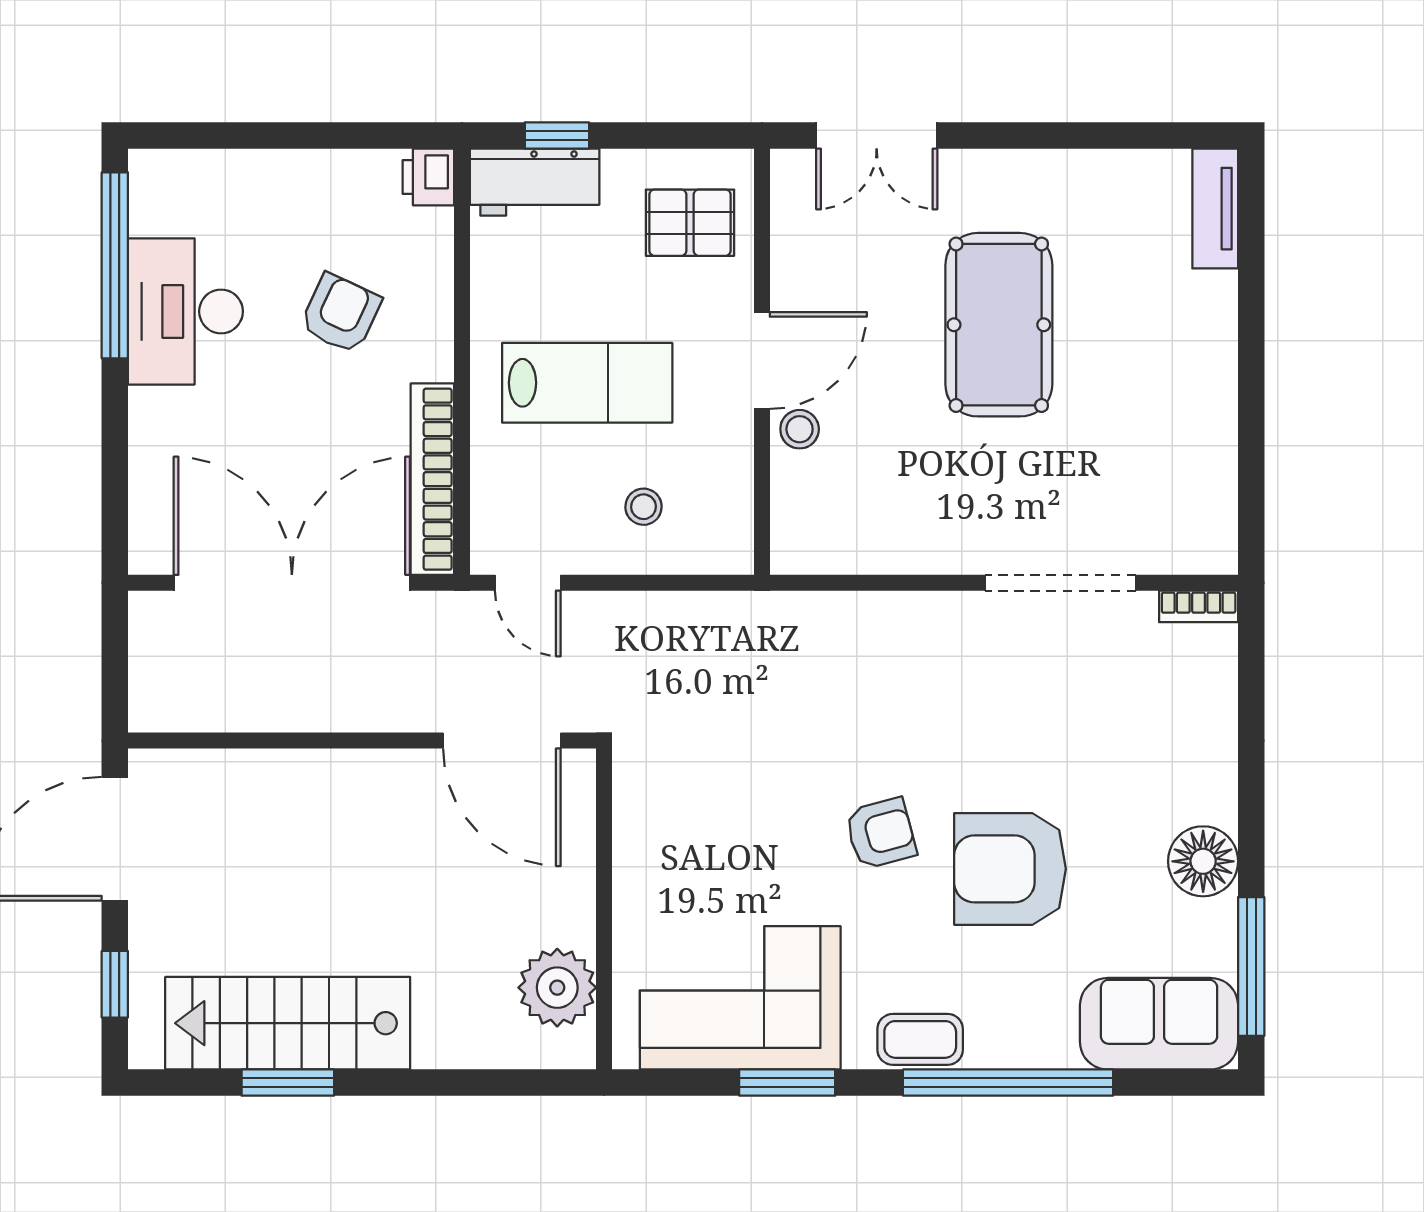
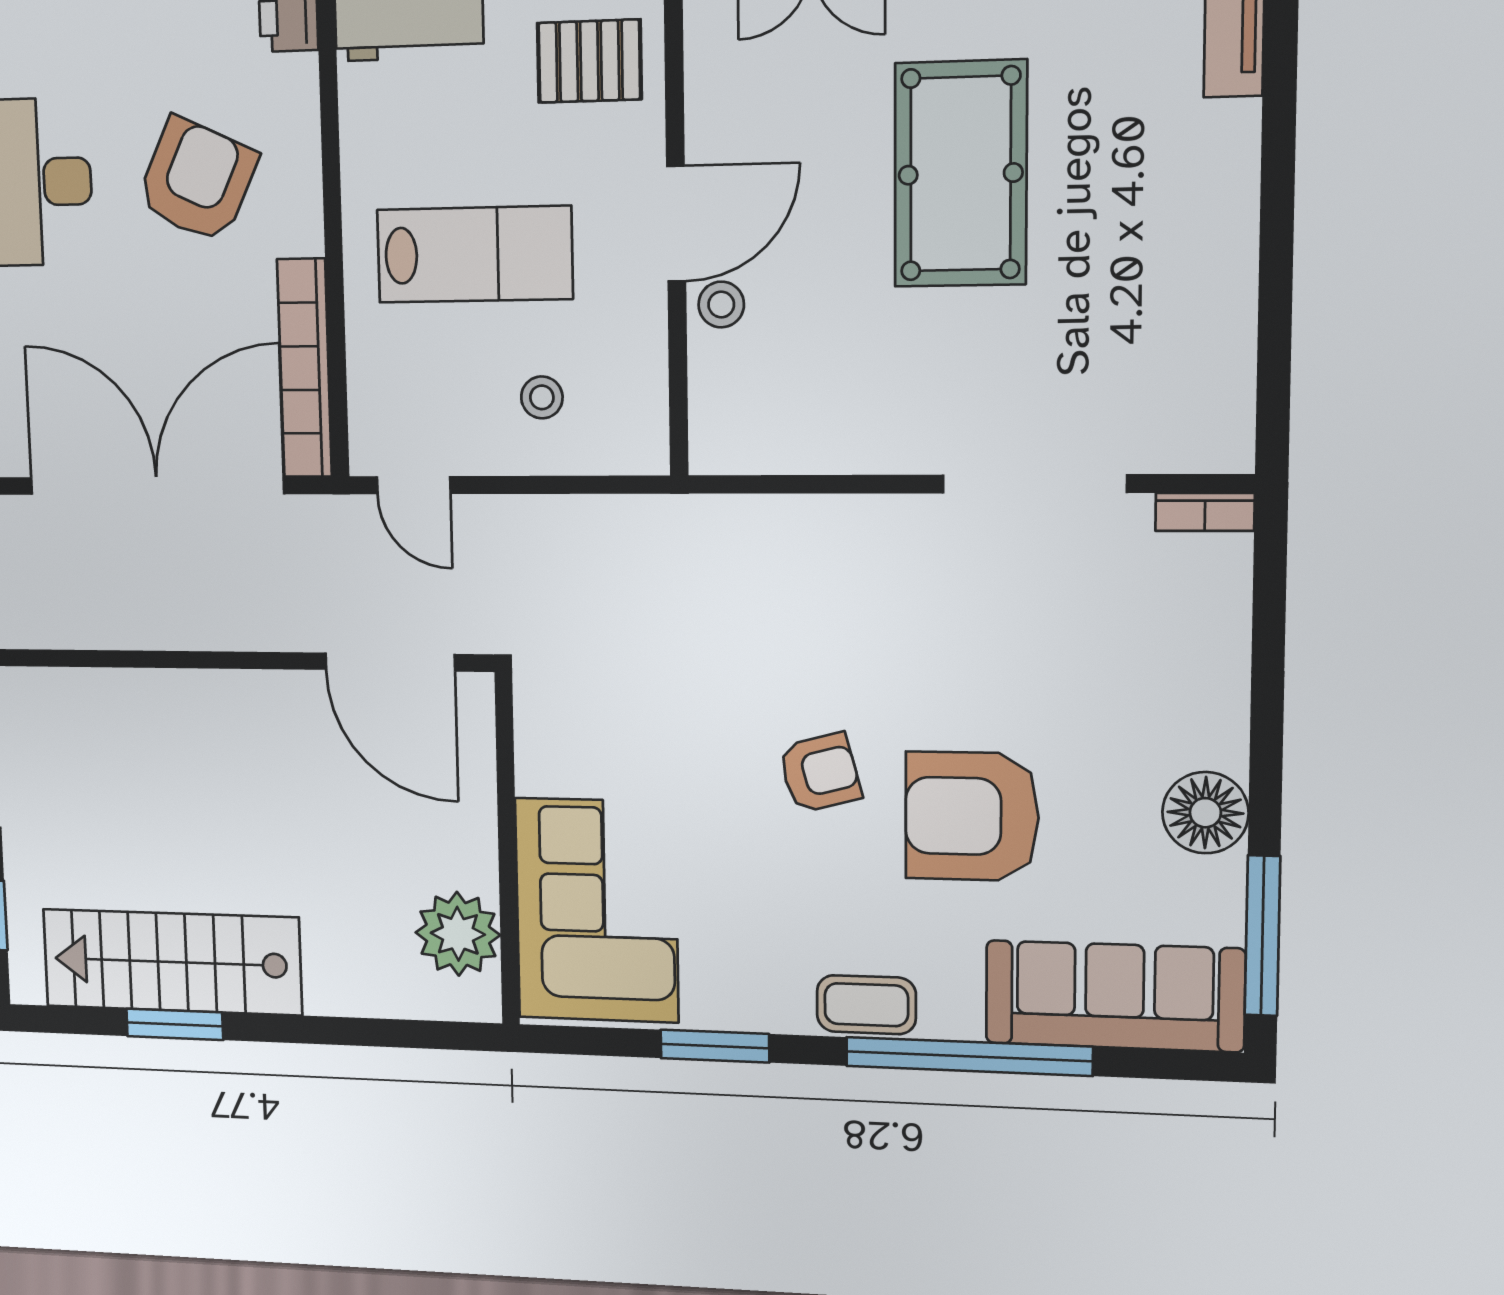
armchair: (341, 313) -> (197, 180), width x1.38, depth x1.38
corner sofa: (740, 998) -> (597, 910), moved, turned 90
sofa: (1159, 1024) -> (1115, 996), width x1.36

